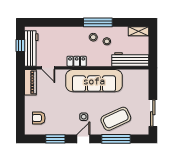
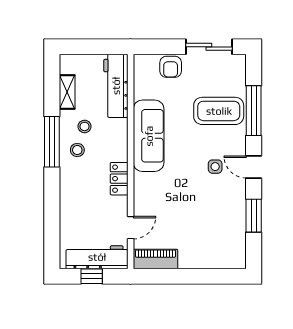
shelving: (138, 31) -> (67, 92), moved
sofa: (94, 81) -> (149, 136), width x0.74, depth x0.79
armchair: (39, 118) -> (171, 67), moved
coffee table: (116, 119) -> (219, 111), turned -65

